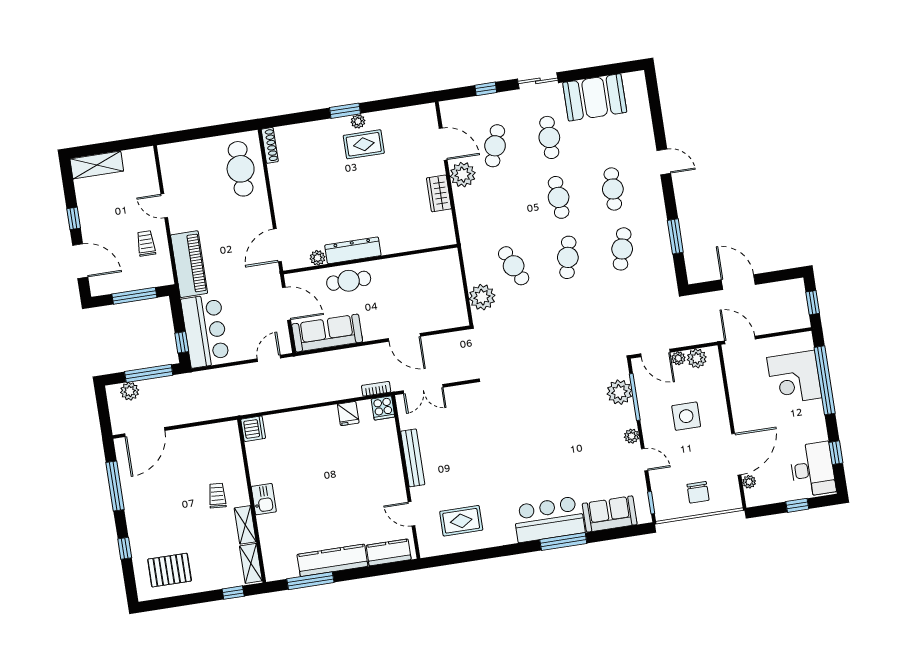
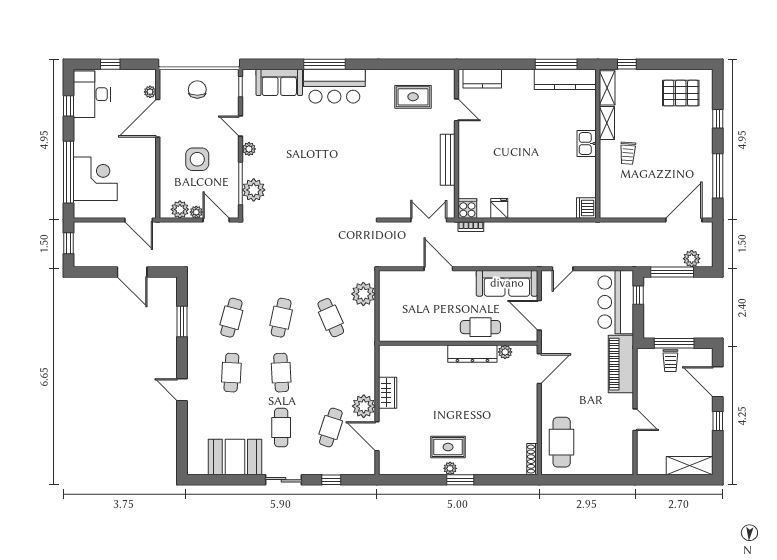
trolley: (146, 243) -> (670, 361), moved
kitchen counter: (332, 560) -> (565, 79), moved

